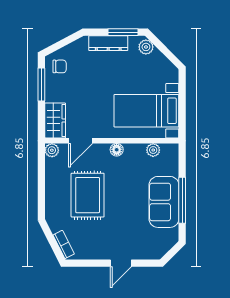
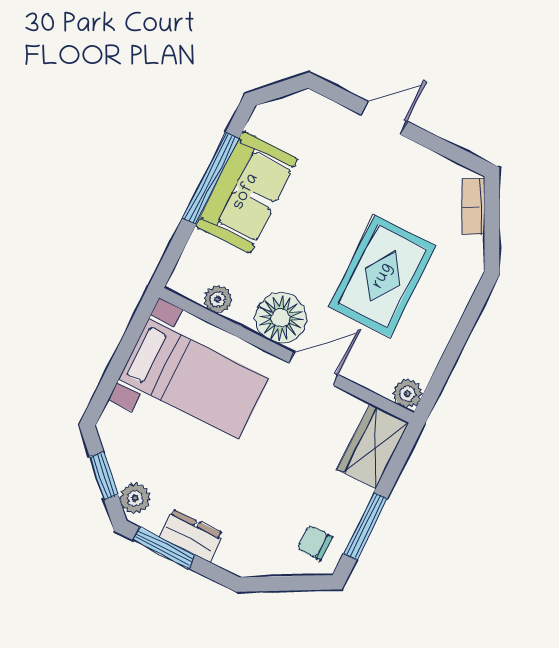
dresser: (108, 43) -> (191, 535), width x0.70
window: (164, 50) -> (104, 476), added
door: (81, 141) -> (314, 369), moved
floor lamp: (117, 150) -> (281, 318), width x1.89, depth x1.89

